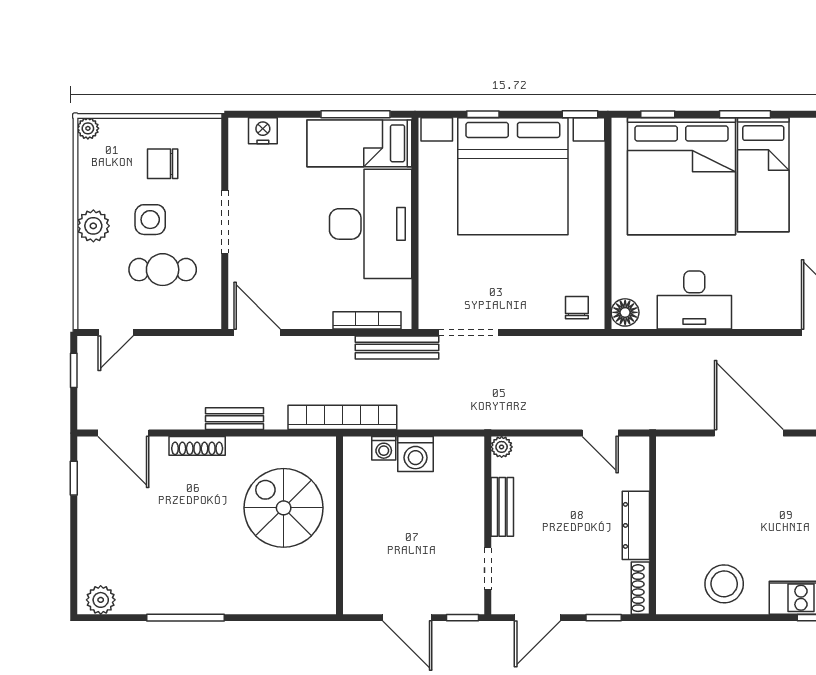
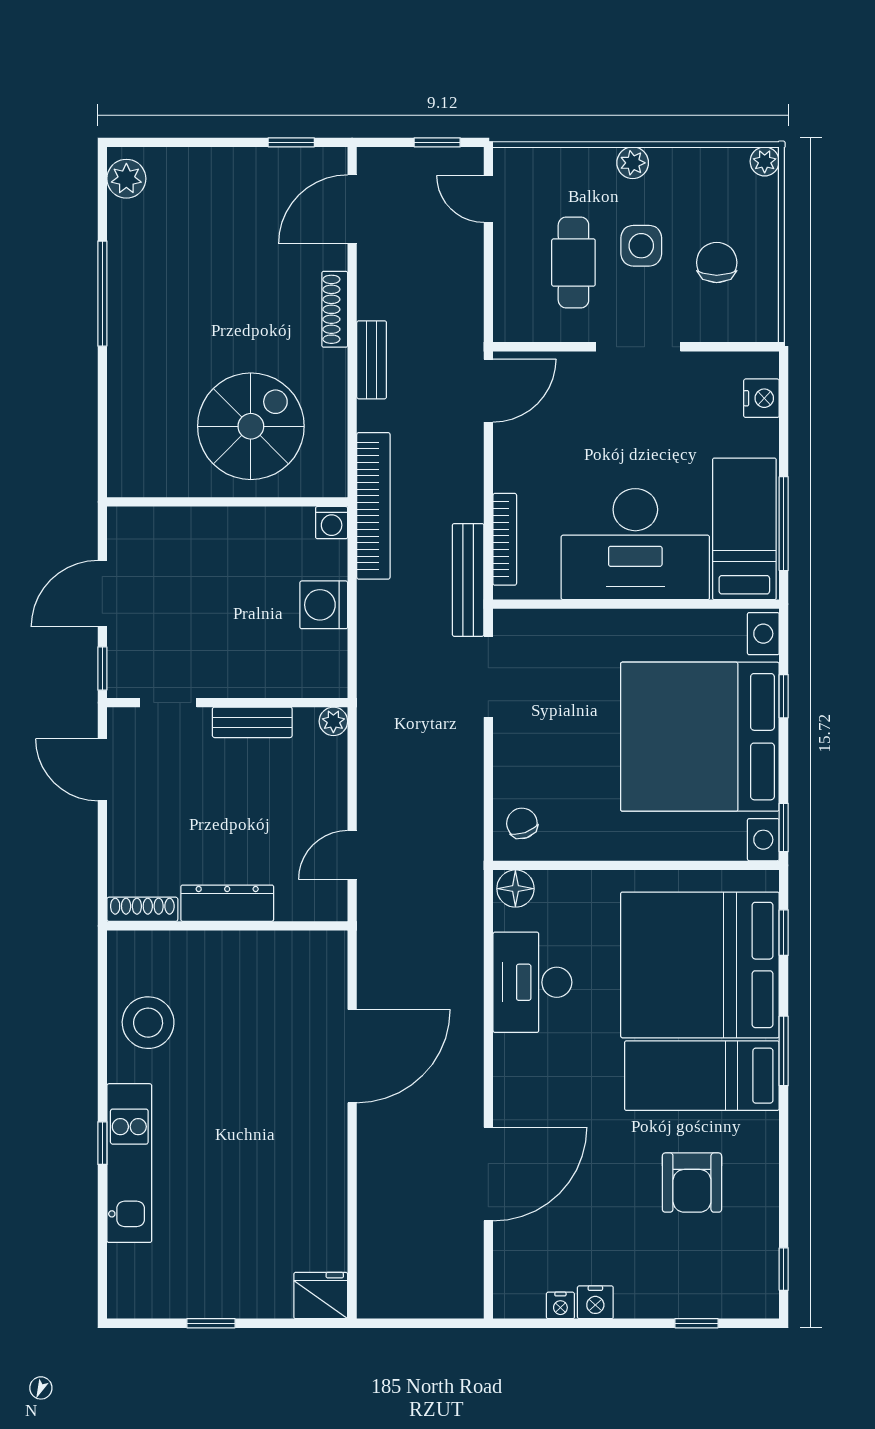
plant: (93, 226) -> (633, 163), width x0.73, depth x0.73
chair: (577, 308) -> (522, 823), turned -109
washing machine: (384, 448) -> (332, 523), moved, turned -90
window: (604, 618) -> (102, 859), removed

